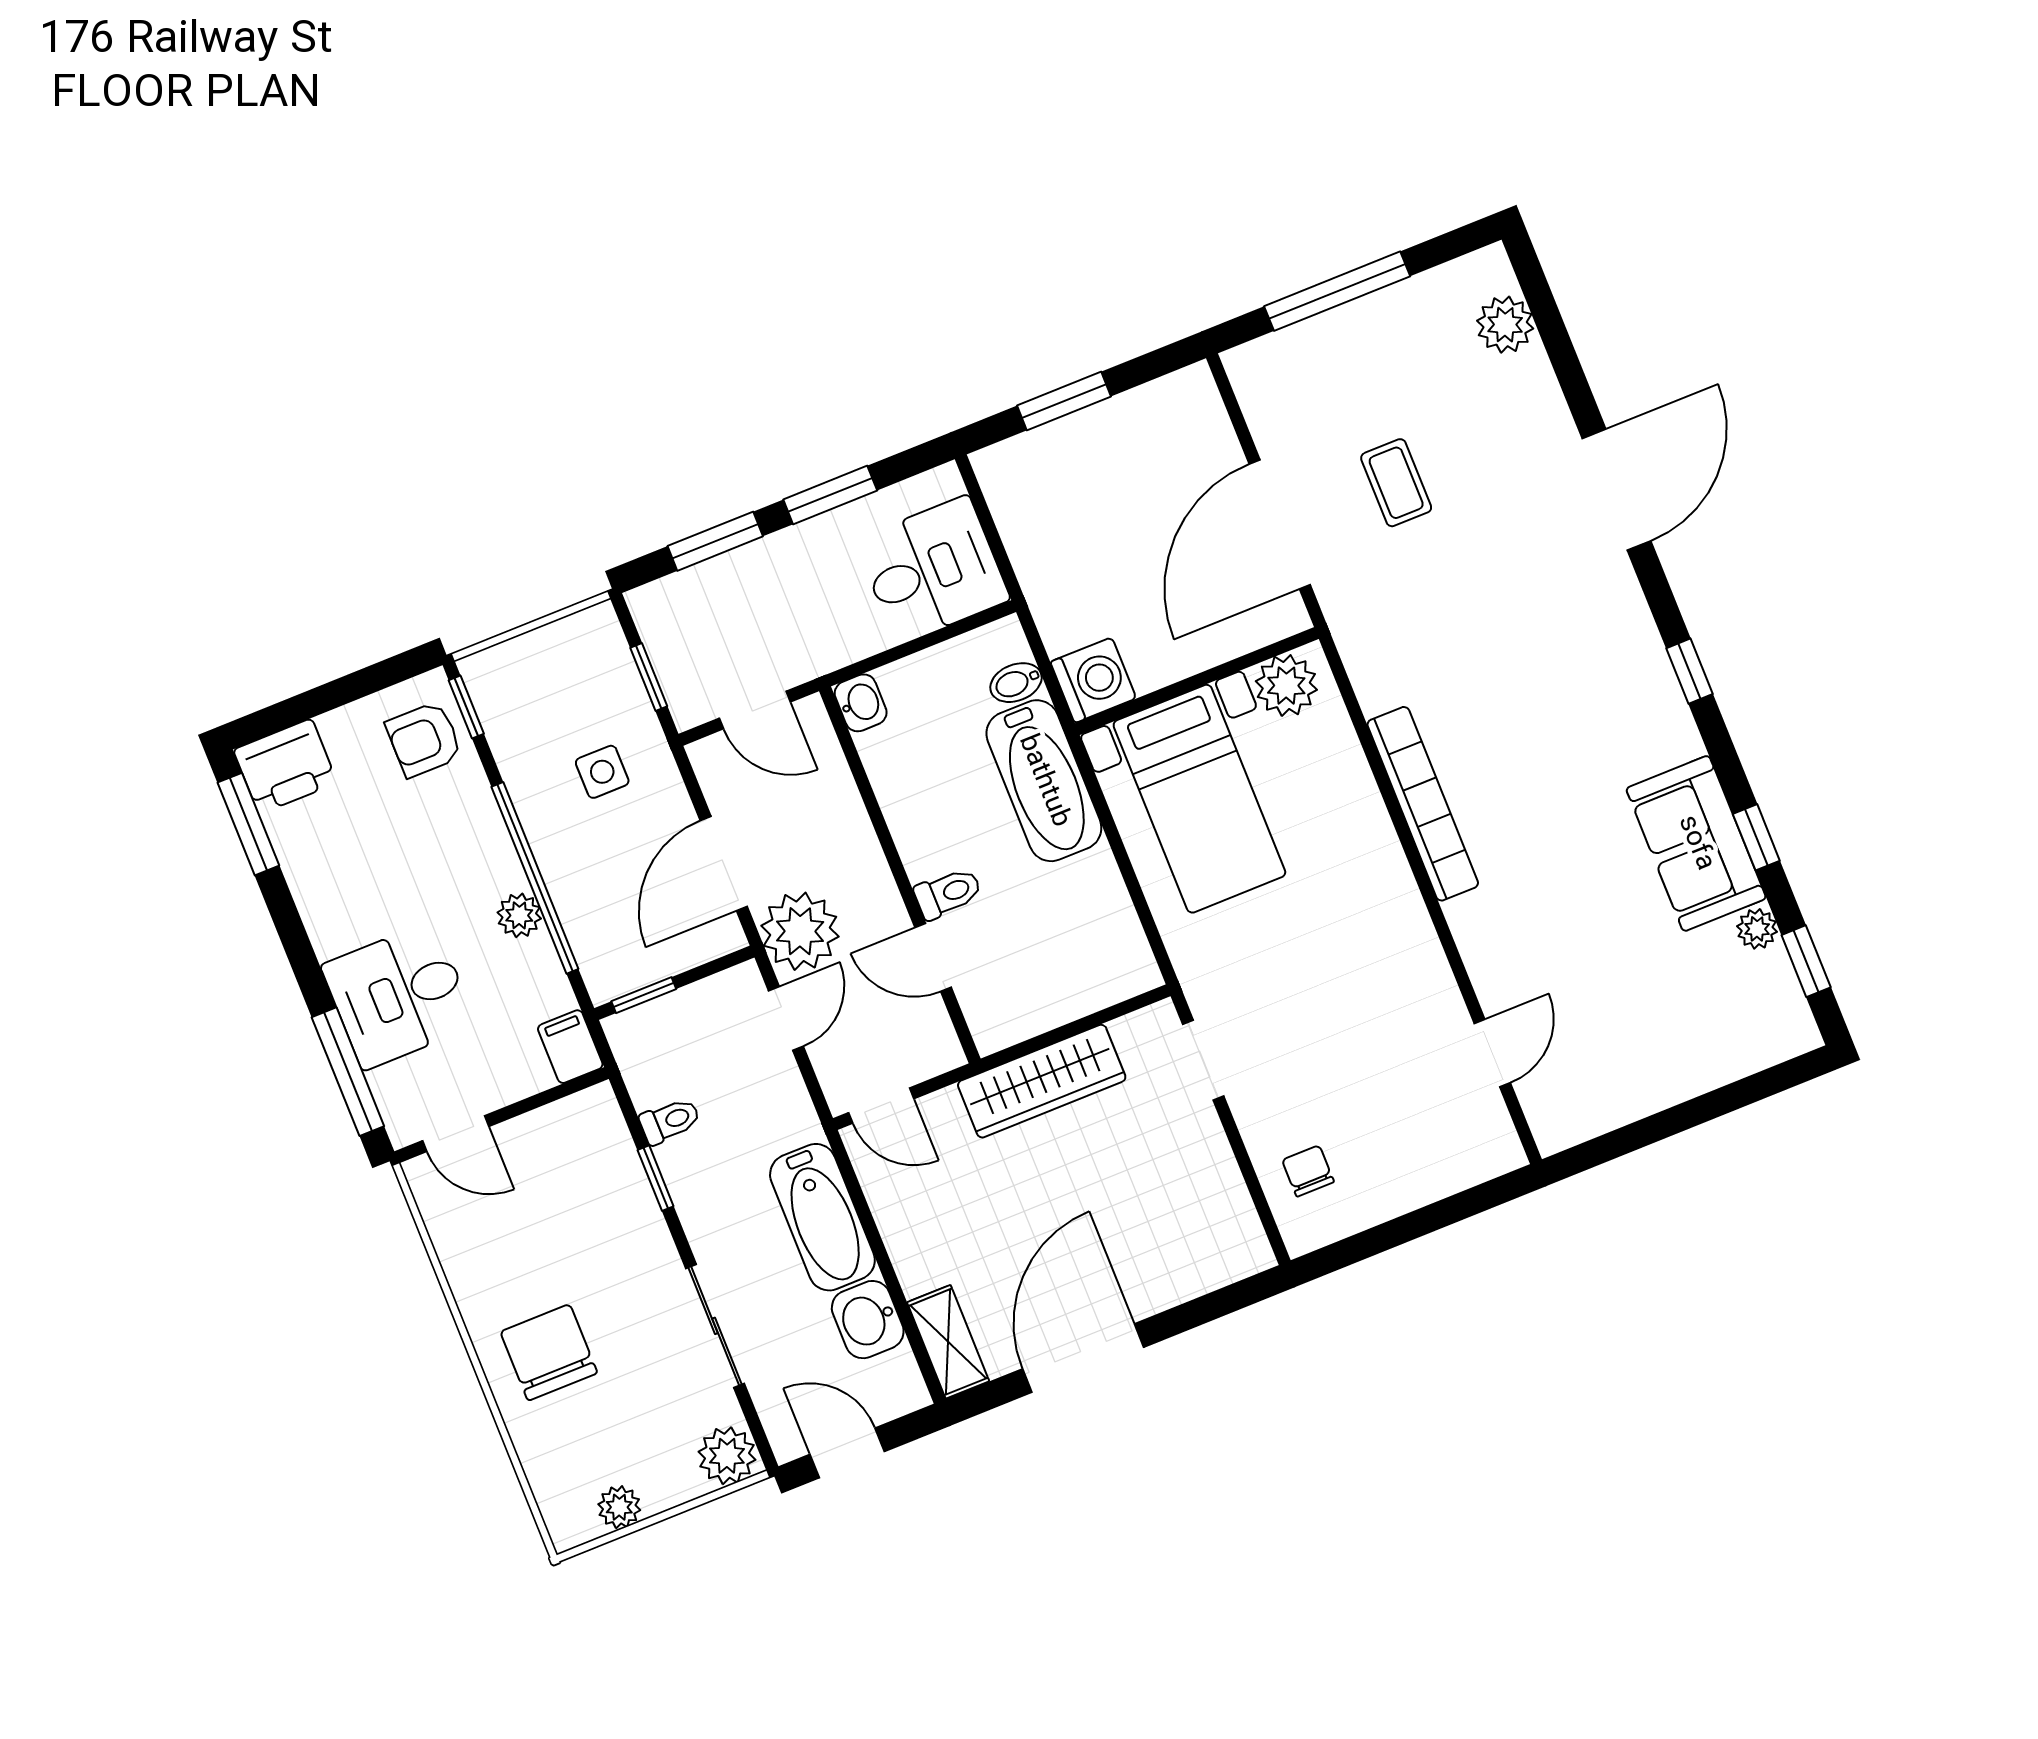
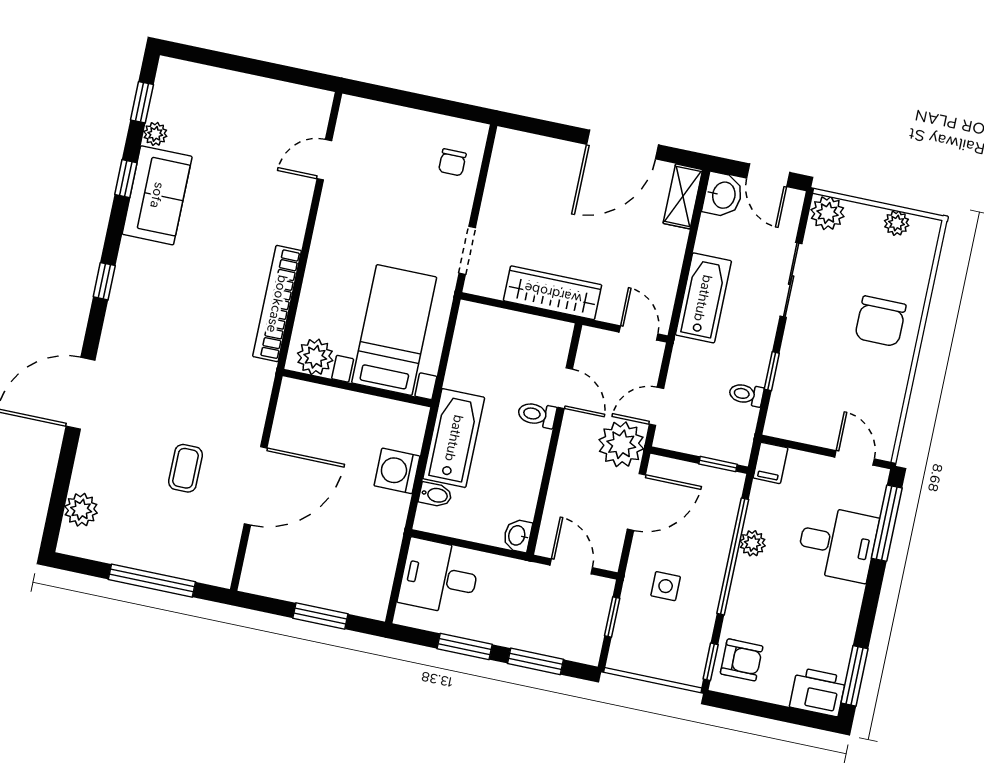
wall: (1197, 681) -> (357, 388), moved
plant: (1286, 686) -> (315, 357), moved
bed with nightstands: (1199, 799) -> (394, 330), moved
washbasin: (868, 1320) -> (723, 195), moved

